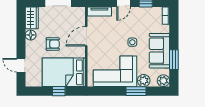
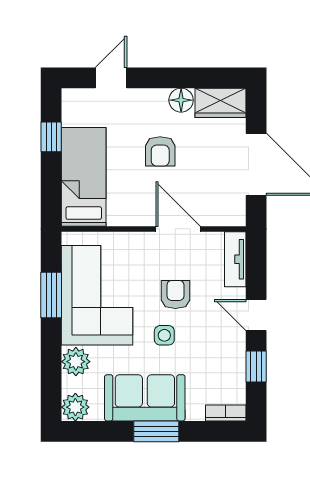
armchair: (115, 37) -> (175, 294), added
window: (174, 60) -> (156, 431), moved
bed: (64, 72) -> (84, 177), width x0.67
window: (59, 91) -> (51, 137), moved
window: (136, 91) -> (51, 295), moved

